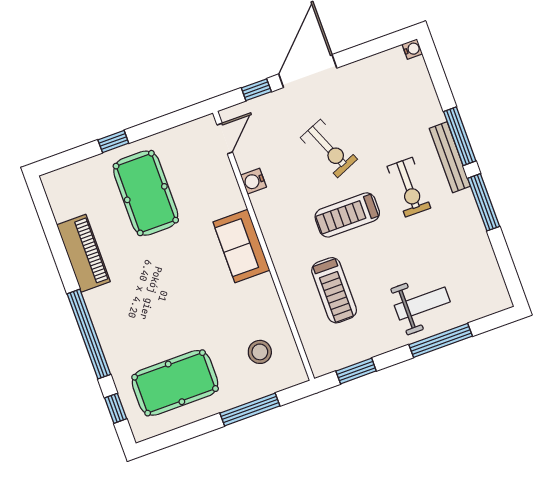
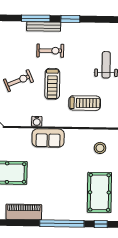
water cooler: (253, 181) -> (37, 121), moved
window: (484, 202) -> (70, 19), width x0.69

